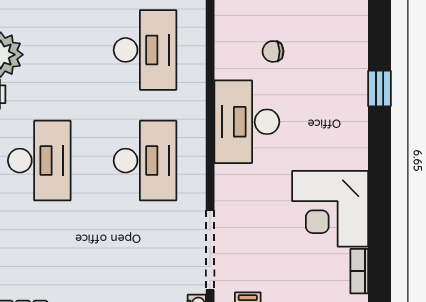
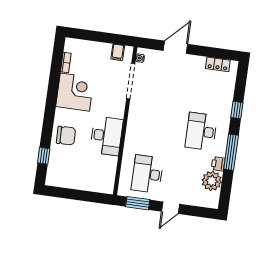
chair: (273, 51) -> (66, 136), moved, width x1.87, depth x1.87
window: (379, 89) -> (44, 156), moved
desk: (145, 161) -> (154, 125), removed

